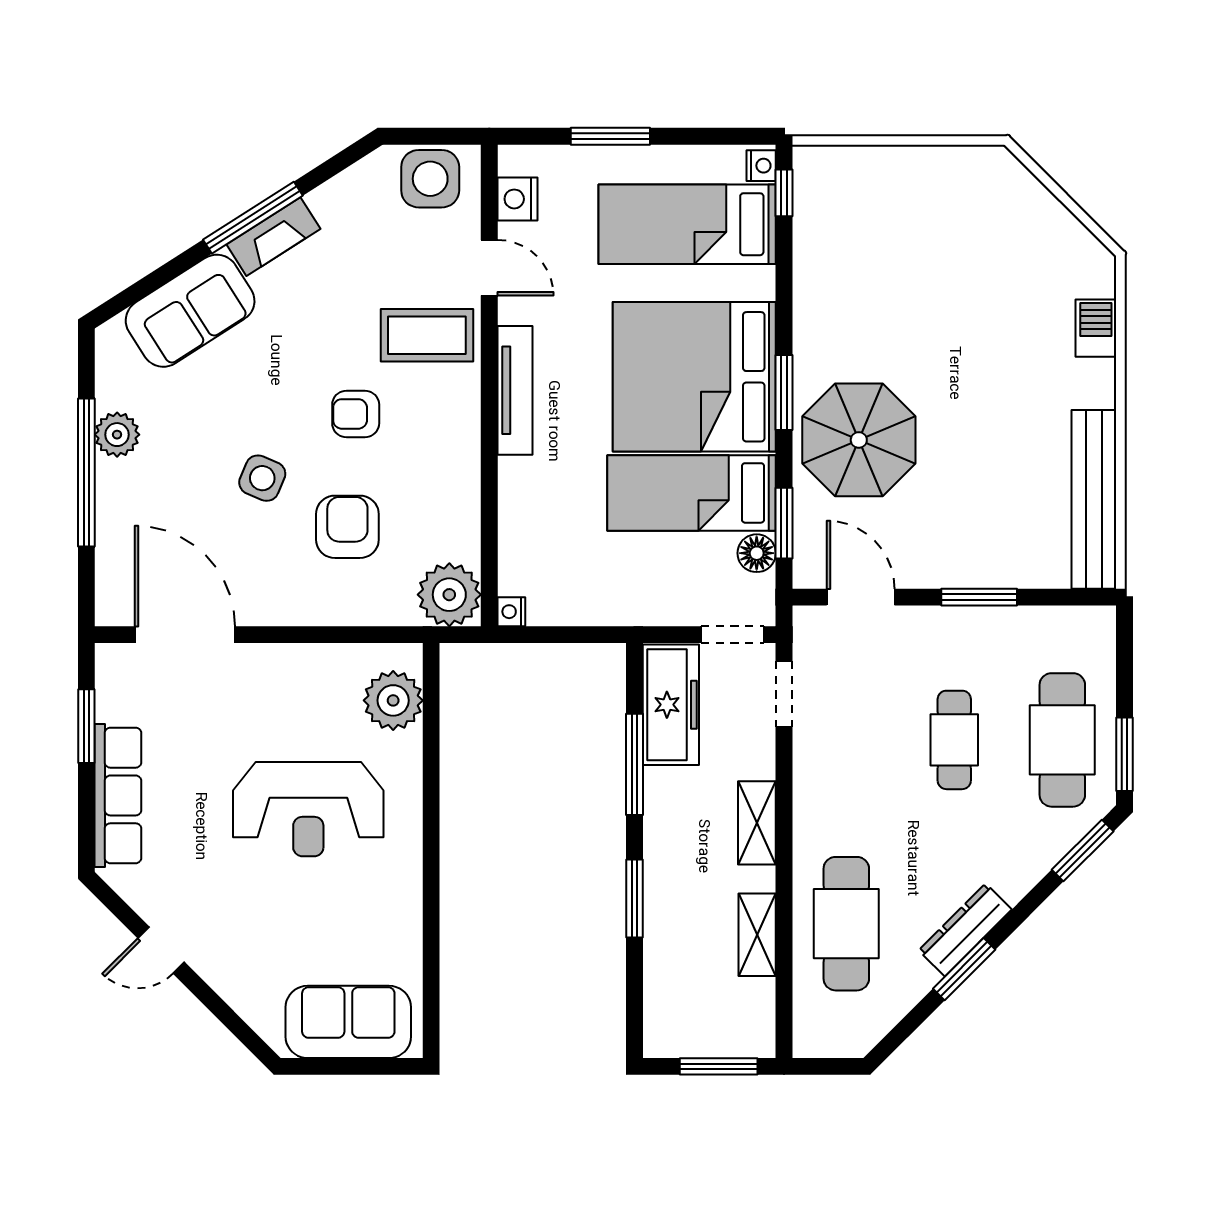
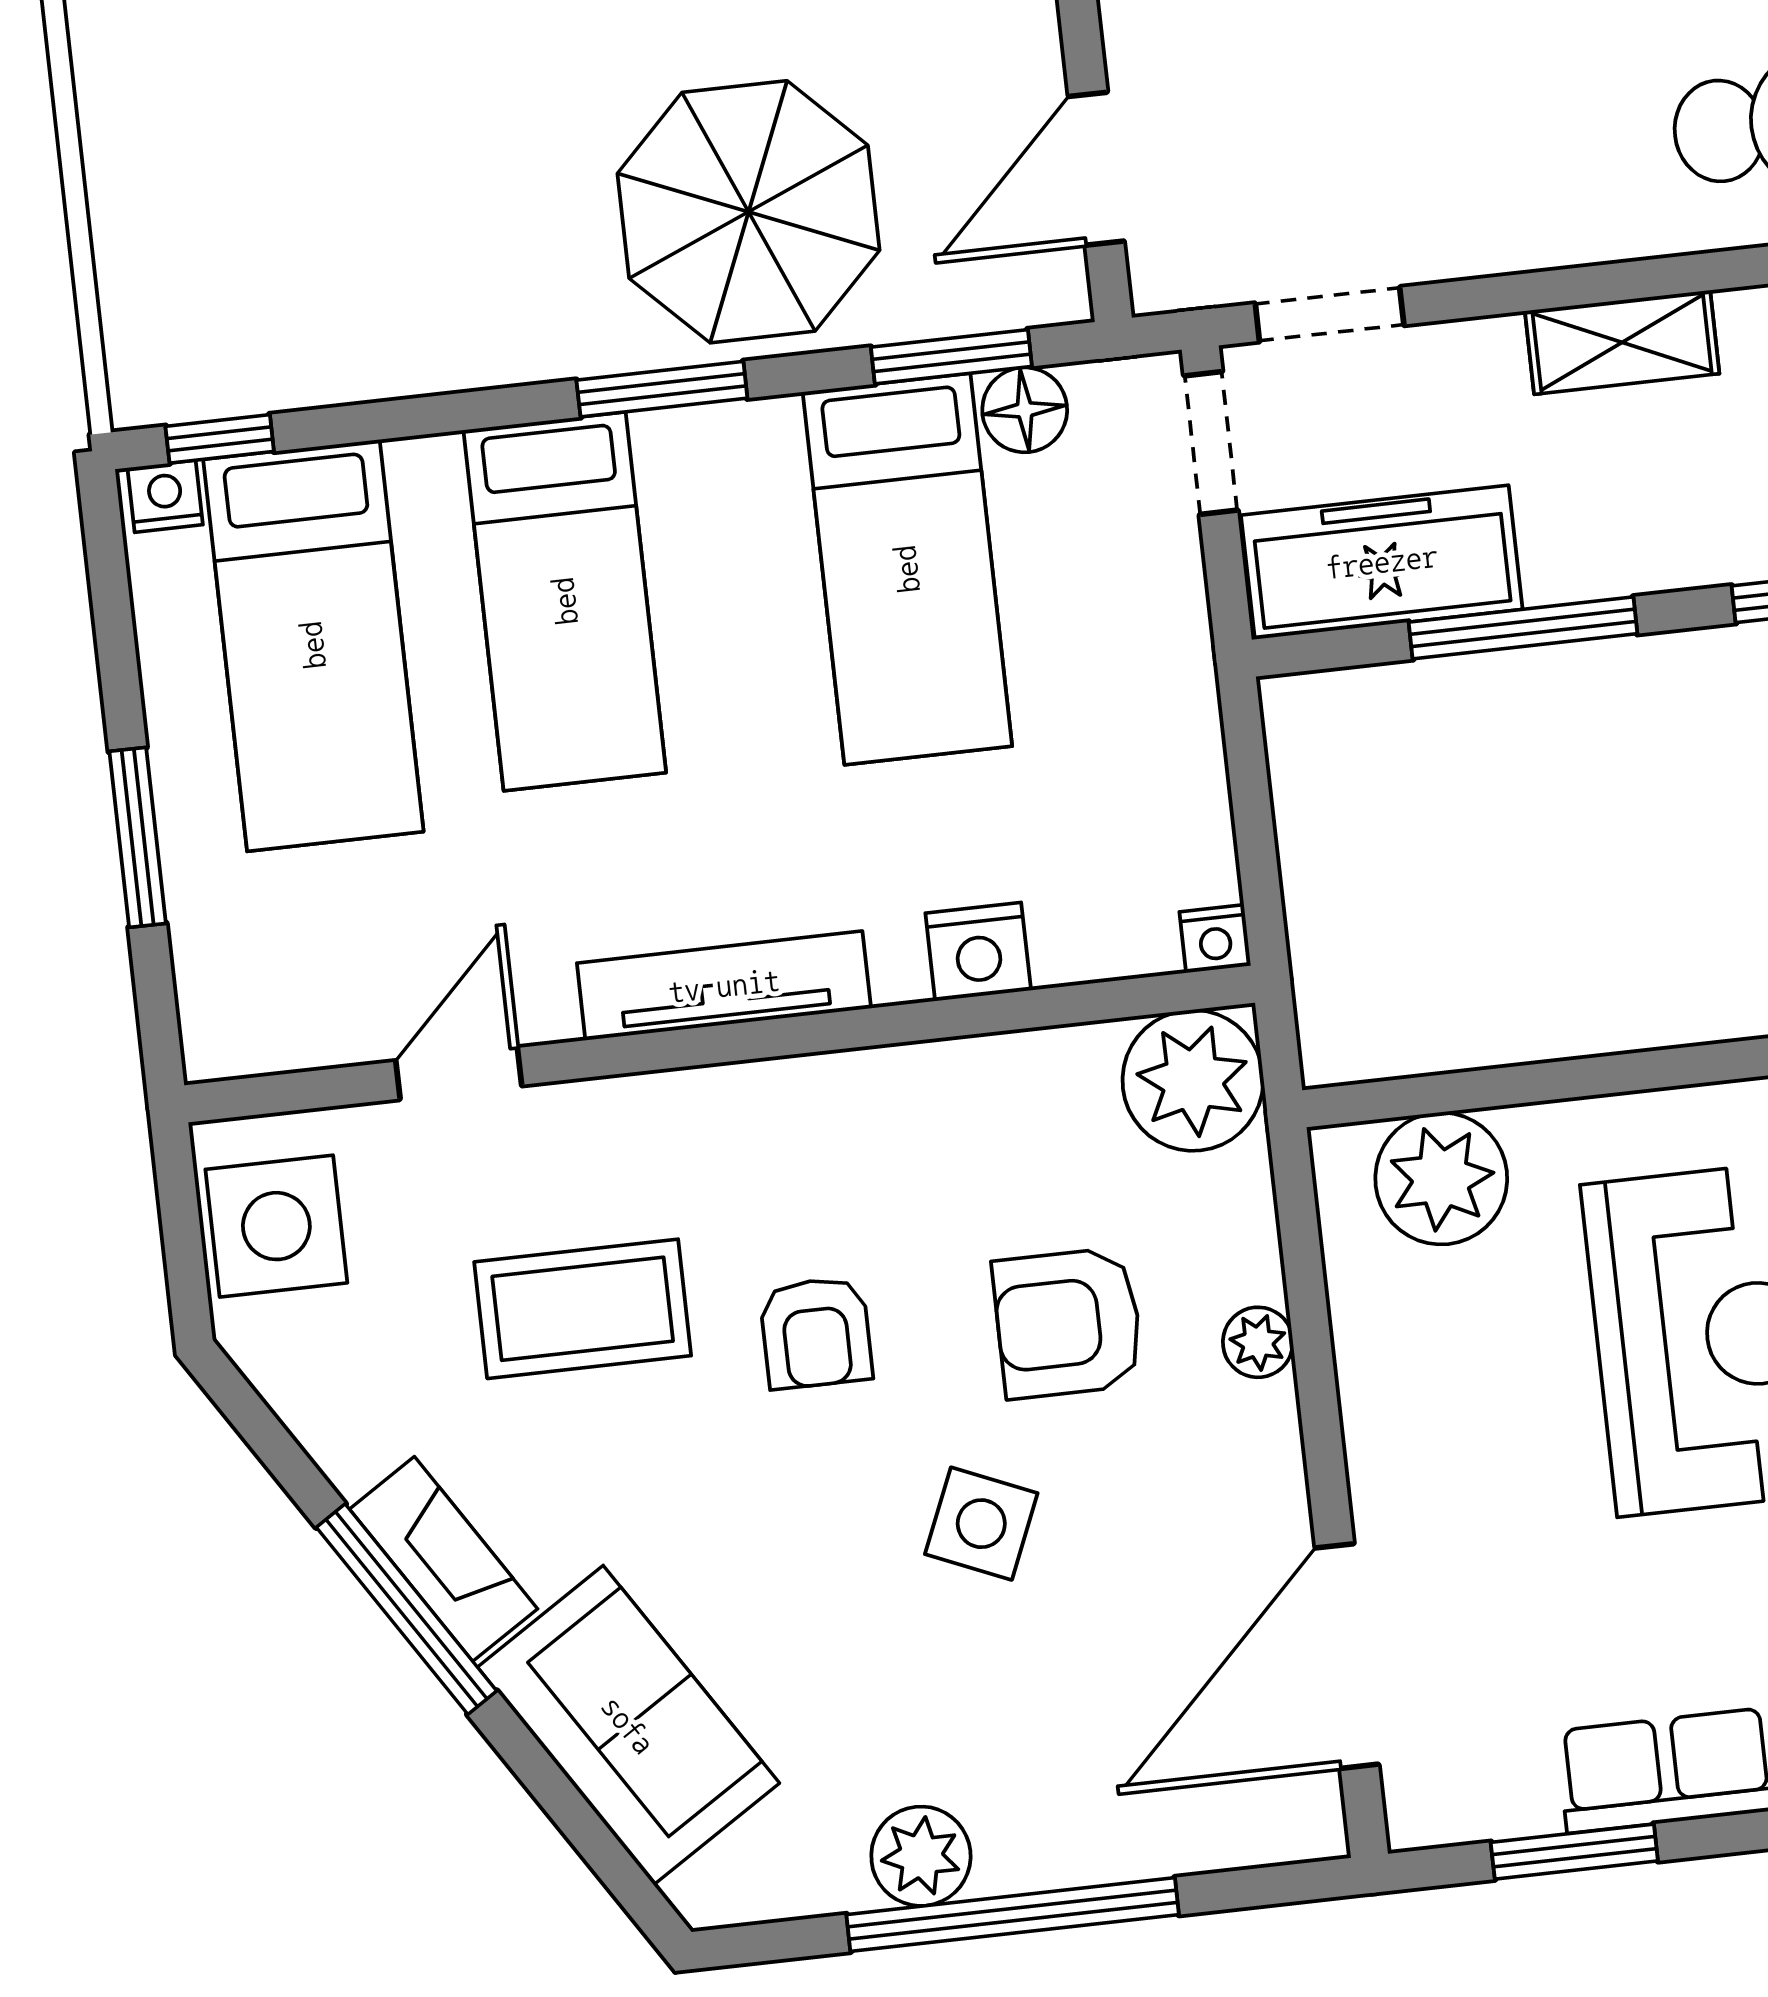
nightstand: (517, 199) -> (978, 952), moved
coffee table: (427, 335) -> (583, 1309), moved, turned 90
bed: (694, 377) -> (565, 601), width x0.49
plant: (329, 611) -> (1258, 1342), added

